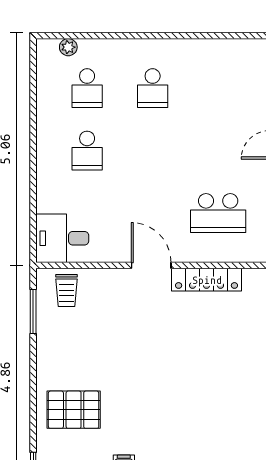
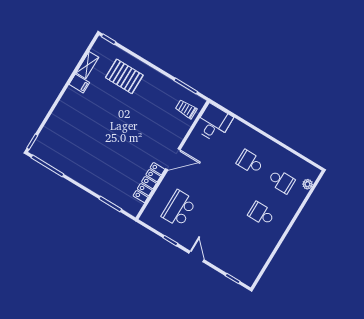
school desk: (87, 88) -> (281, 181), turned 180
pallet: (74, 410) -> (124, 76), turned 90

